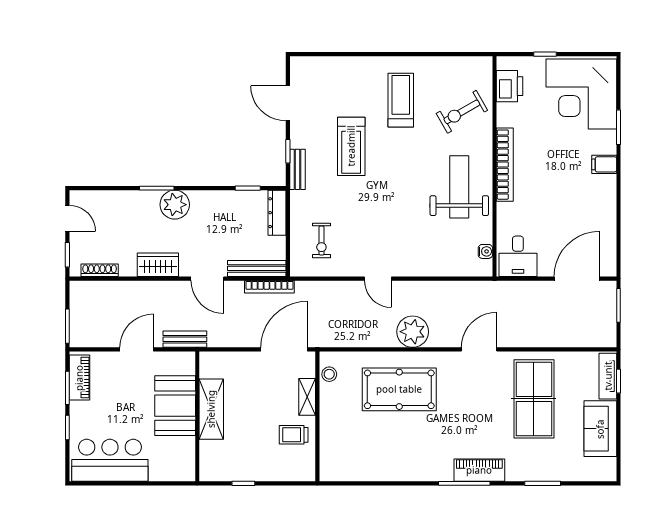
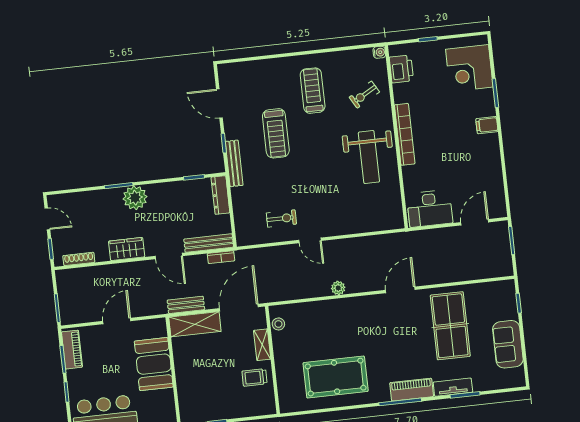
corner desk: (581, 94) -> (469, 68), width x0.74, depth x0.74
exercise bike: (462, 112) -> (364, 95), width x0.73, depth x0.72
bench: (297, 169) -> (234, 163), width x1.36
weight bench: (459, 187) -> (369, 157), turned 180
exercise bike: (321, 241) -> (281, 218), moved, turned -90
water cooler: (485, 251) -> (379, 52), moved
desk: (518, 256) -> (430, 208), width x1.37
door: (577, 279) -> (475, 222), width x0.73
bookcase: (269, 287) -> (221, 257), width x0.64
plant: (413, 332) -> (338, 288), width x0.53, depth x0.53
bench: (185, 339) -> (186, 305), moved
tv unit: (608, 376) -> (453, 387), moved, turned 90
pool table: (399, 389) -> (336, 377), moved
shelving: (211, 409) -> (195, 324), moved, turned 90

